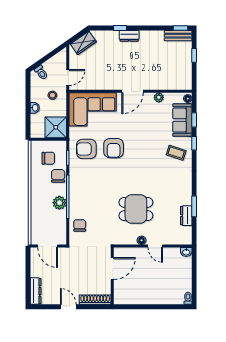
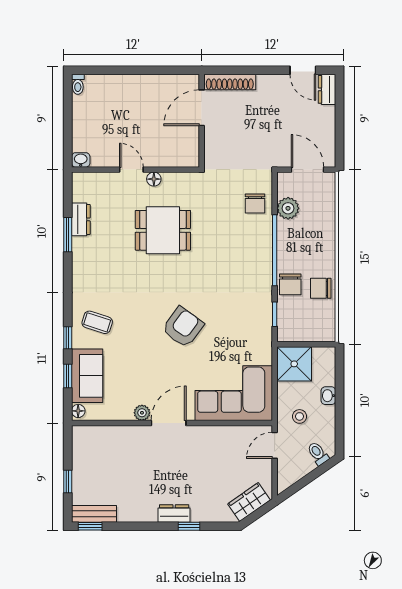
plant: (159, 97) -> (142, 413), moved
armchair: (114, 148) -> (183, 327), moved, turned 36
armchair: (86, 149) -> (244, 329), removed
chair: (48, 158) -> (321, 288), moved
plant: (59, 203) -> (288, 208), moved
door: (112, 269) -> (202, 108), moved
dresser: (36, 291) -> (327, 89), width x0.70
door: (68, 307) -> (303, 70), moved

